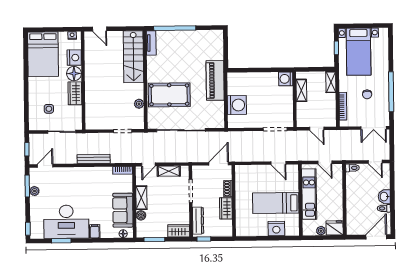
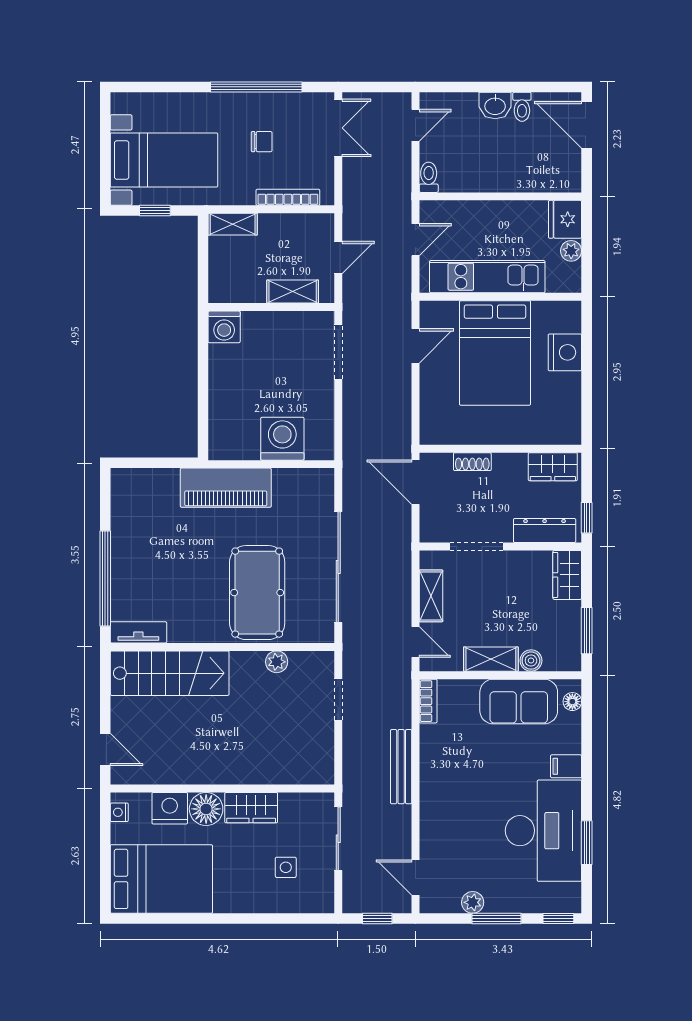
door: (100, 29) -> (105, 750), hinge flipped
shelving: (301, 90) -> (293, 292), moved
window: (27, 186) -> (496, 919), moved
bed: (276, 203) -> (495, 353), width x1.50
wardrobe: (226, 208) -> (553, 467), moved

